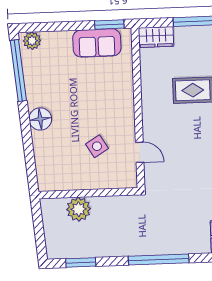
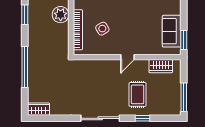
wardrobe: (156, 37) -> (161, 66), moved, turned -90
door: (140, 152) -> (127, 57), moved
bookcase: (100, 182) -> (78, 30), added

